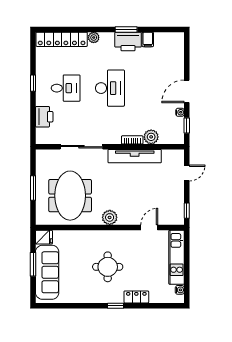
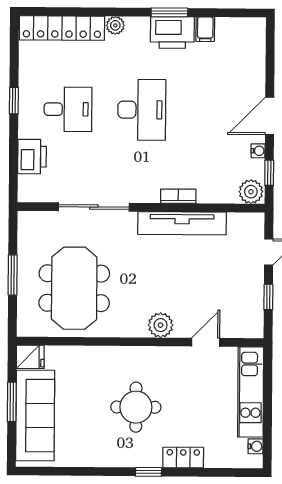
plant: (151, 137) -> (251, 192), moved
window: (187, 211) -> (268, 297), moved
plant: (110, 217) -> (161, 325), moved

